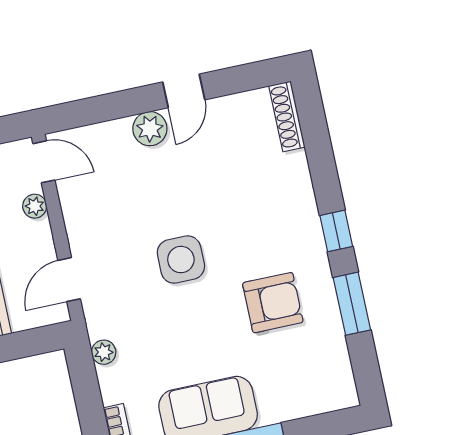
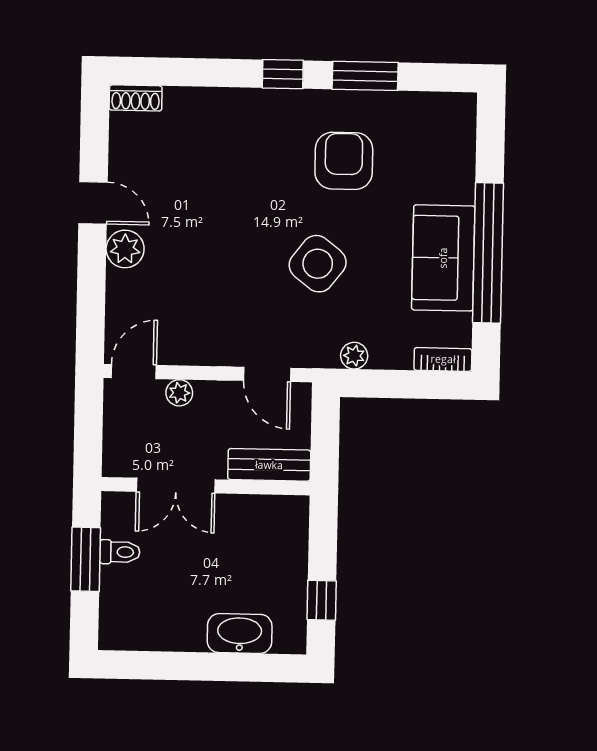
shoe rack: (287, 116) -> (136, 98), width x0.70
side table: (181, 260) -> (318, 264), moved, turned 38

